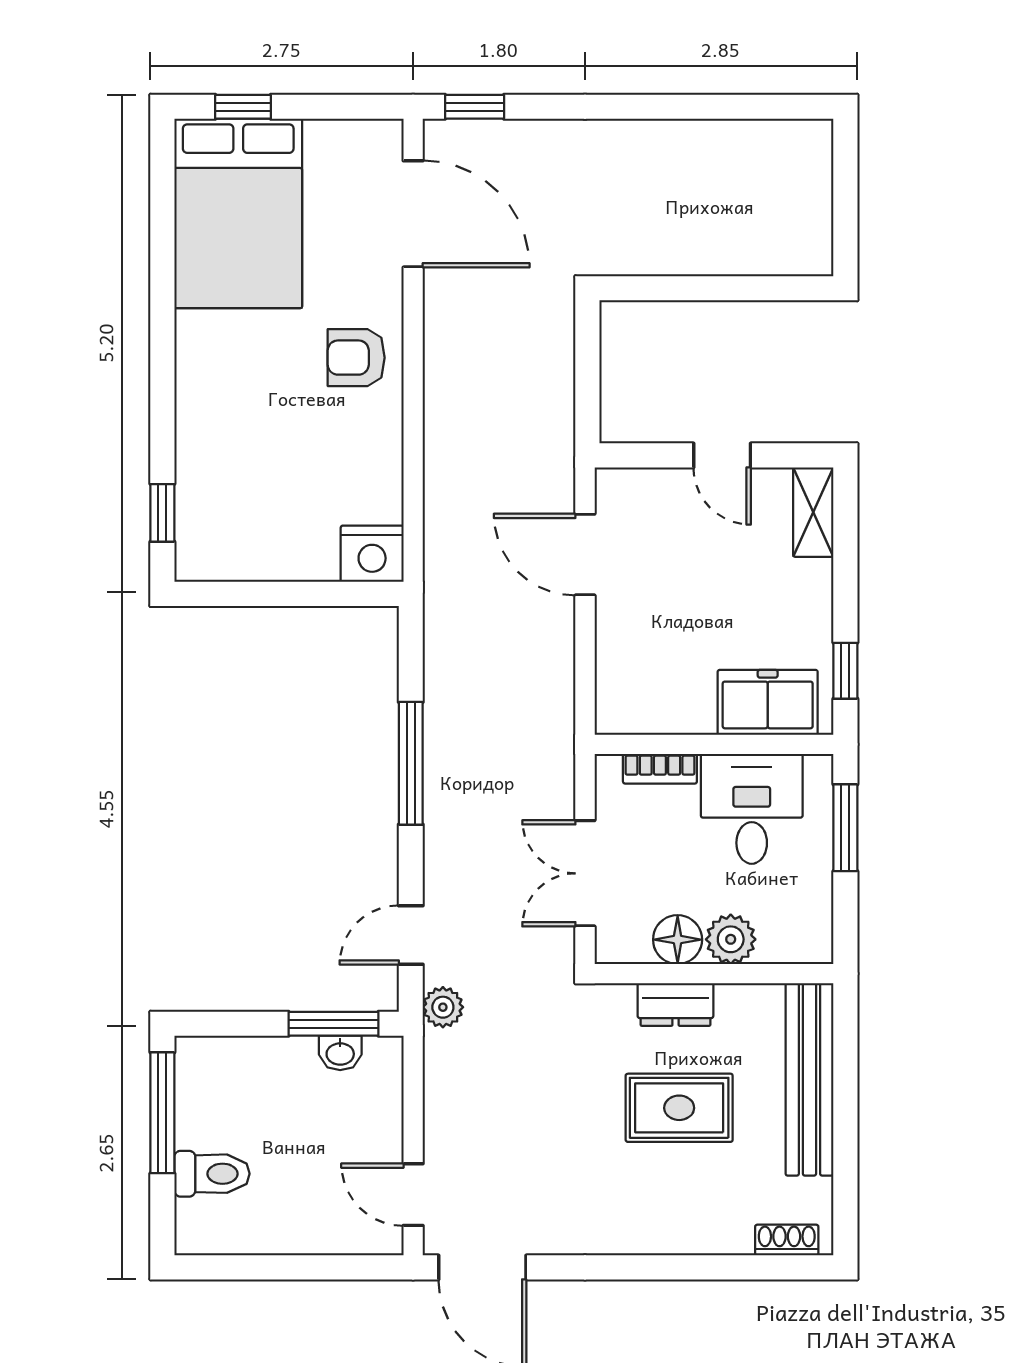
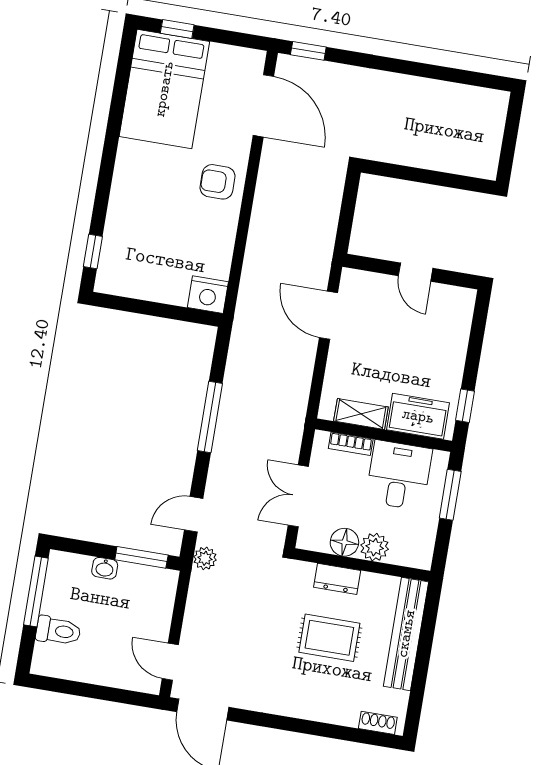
shelving: (813, 512) -> (361, 414), moved, turned 90
washbasin: (340, 1053) -> (105, 568), moved

